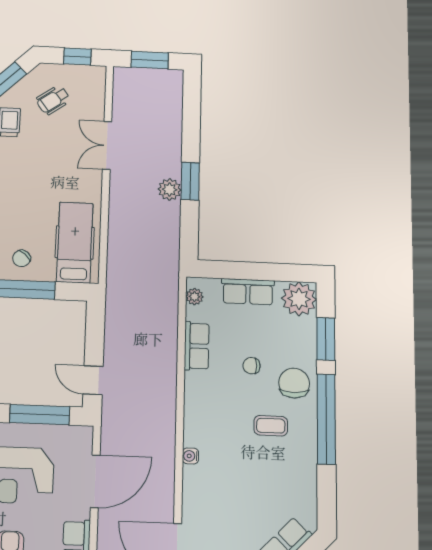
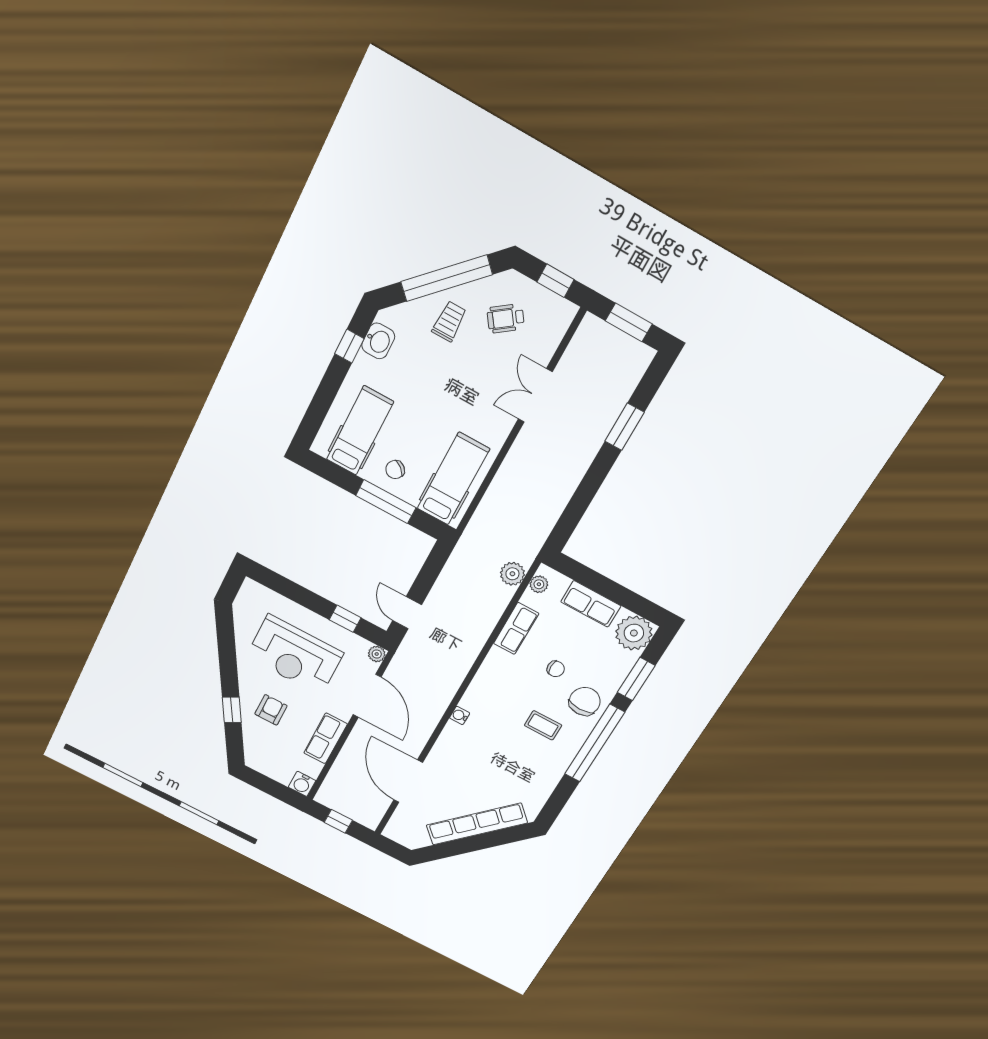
window: (190, 181) -> (624, 427), moved
plant: (170, 190) -> (512, 574), moved
chair: (251, 366) -> (556, 669), turned 180
window: (40, 415) -> (345, 619), width x0.46
plant: (84, 434) -> (377, 654), added
door: (95, 481) -> (367, 696), hinge flipped

